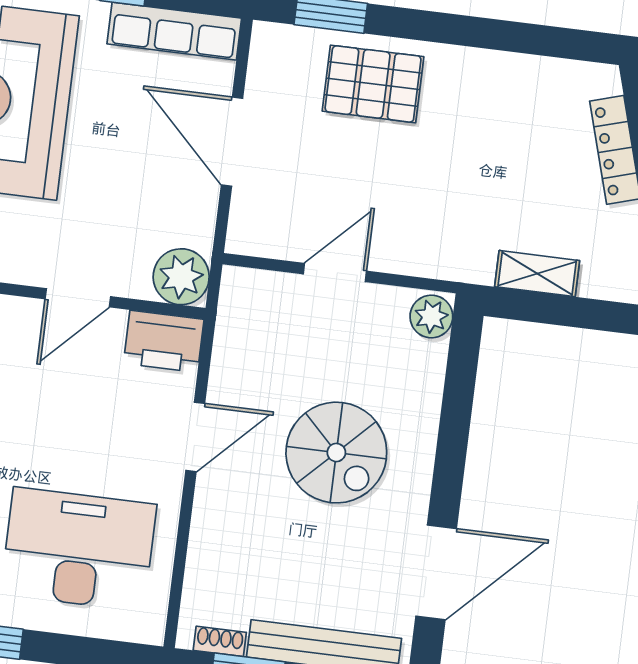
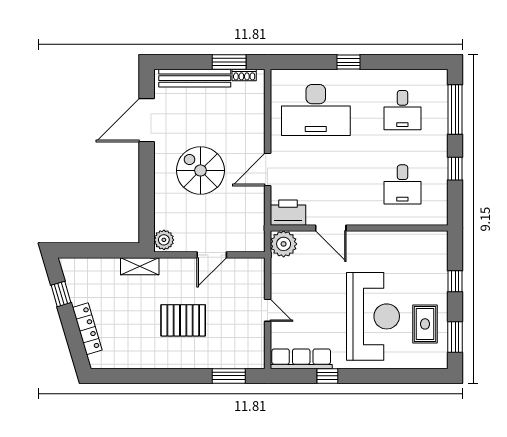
pallet: (373, 84) -> (183, 320), moved
door: (232, 142) -> (268, 310), width x0.53
shelving: (537, 274) -> (140, 266), moved
door: (78, 298) -> (331, 228), swing flipped

